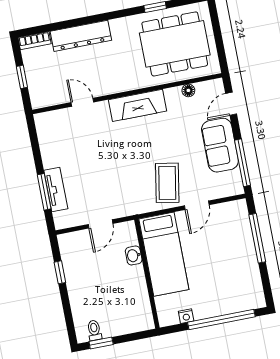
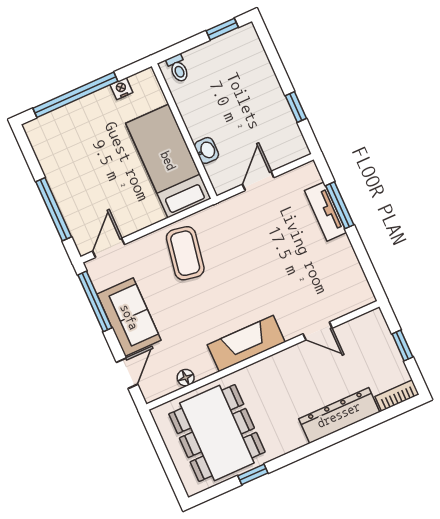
dining table: (175, 44) -> (217, 433), turned 90
door: (197, 205) -> (109, 248), moved
toilet: (94, 330) -> (178, 68), moved

